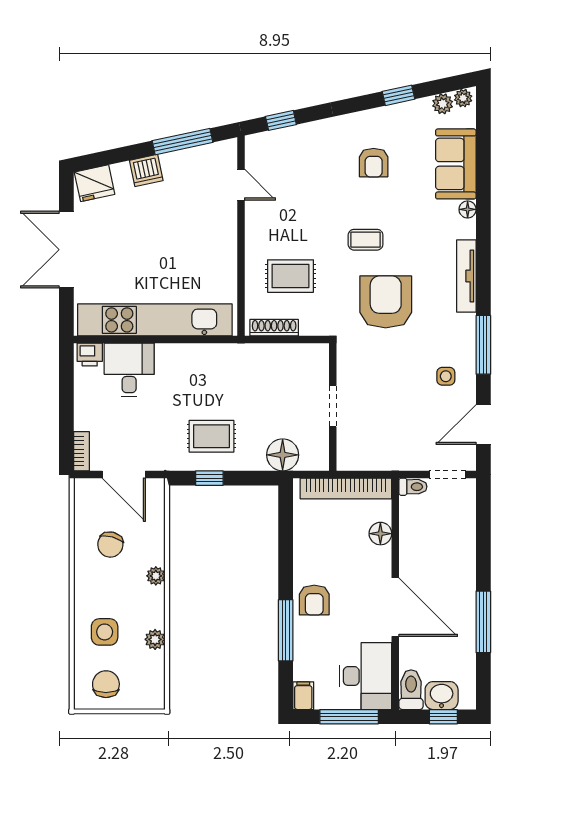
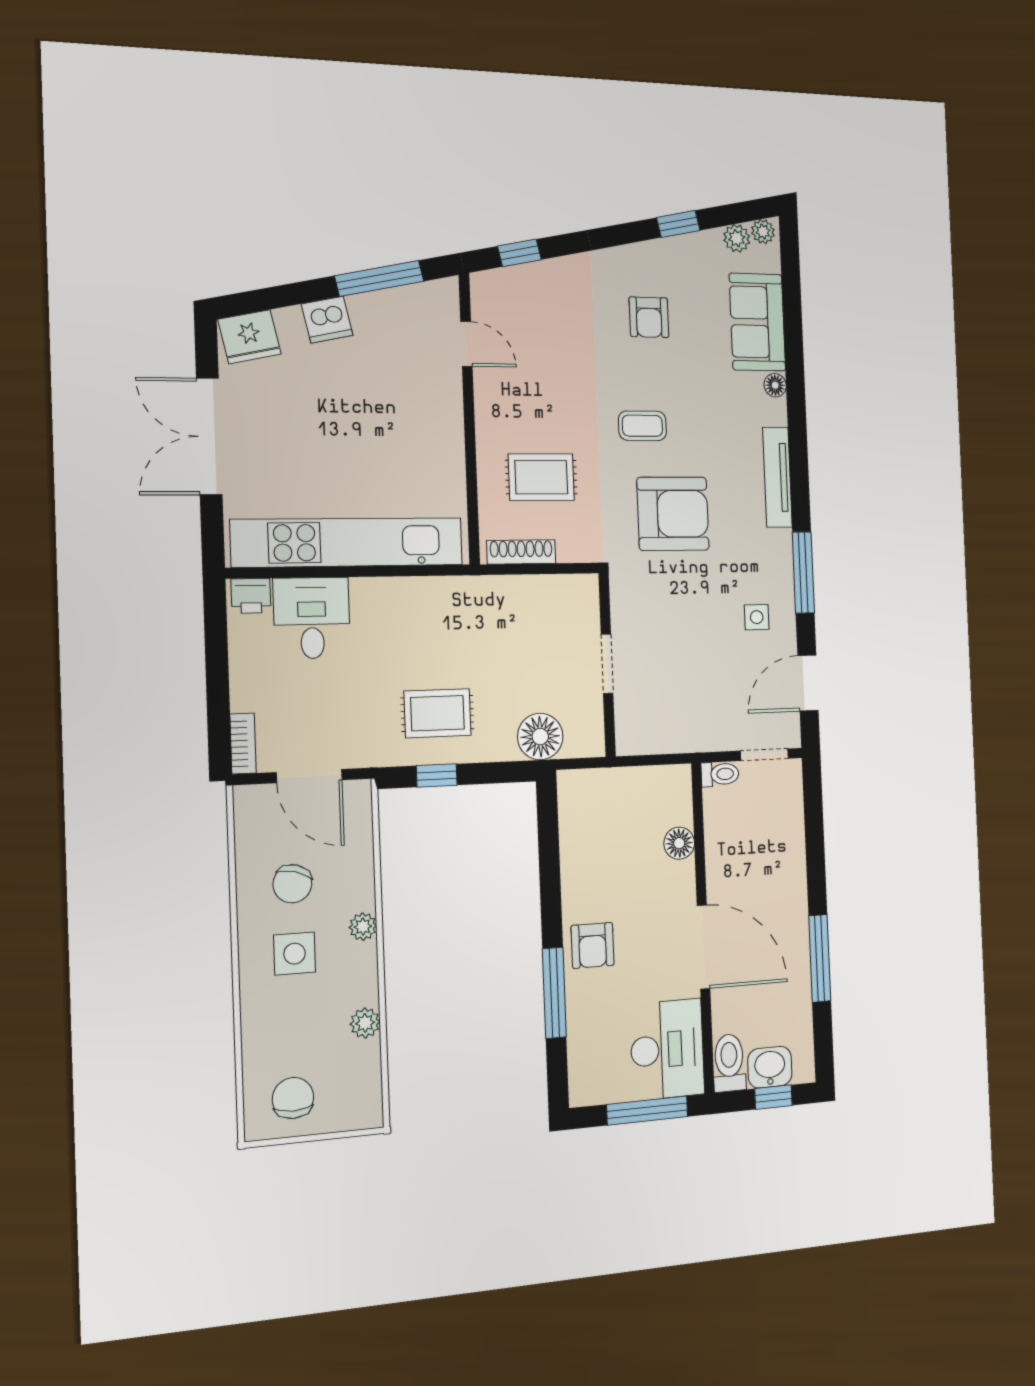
armchair: (386, 302) -> (673, 514), turned 90
bookcase: (346, 488) -> (630, 781), removed
side table: (105, 632) -> (295, 954), moved
filing cabinet: (303, 696) -> (583, 1086), removed

